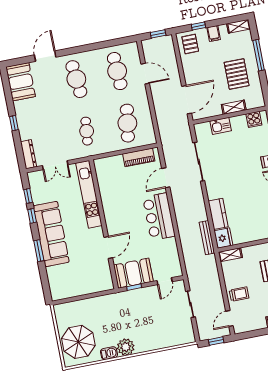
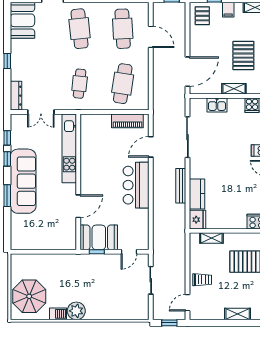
bench: (207, 238) -> (181, 186), moved
shelving: (230, 255) -> (211, 238), moved

